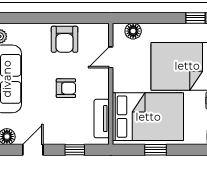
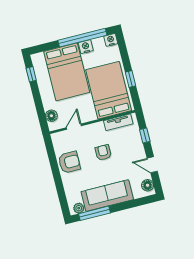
door: (111, 57) -> (74, 127), swing flipped

